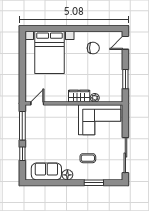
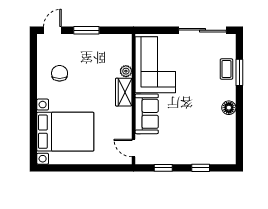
door: (125, 43) -> (52, 30), swing flipped
window: (125, 79) -> (86, 30), moved
window: (22, 126) -> (163, 168), width x0.46
coffee table: (88, 158) -> (226, 69), moved
sofa: (46, 171) -> (147, 114), moved, turned 180

